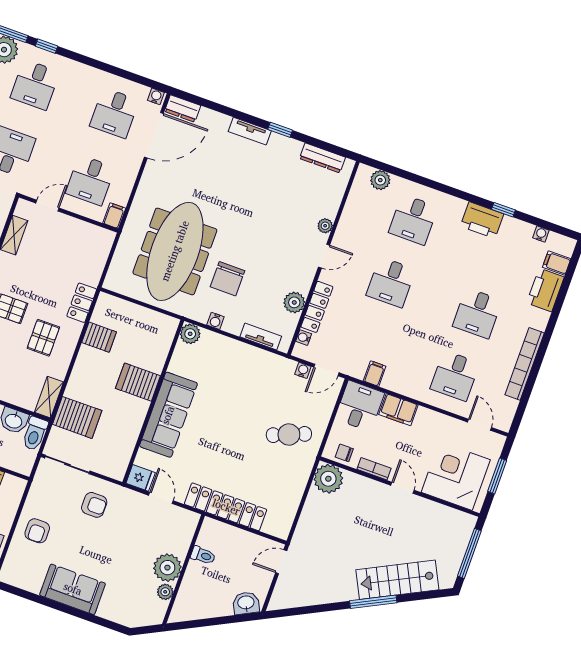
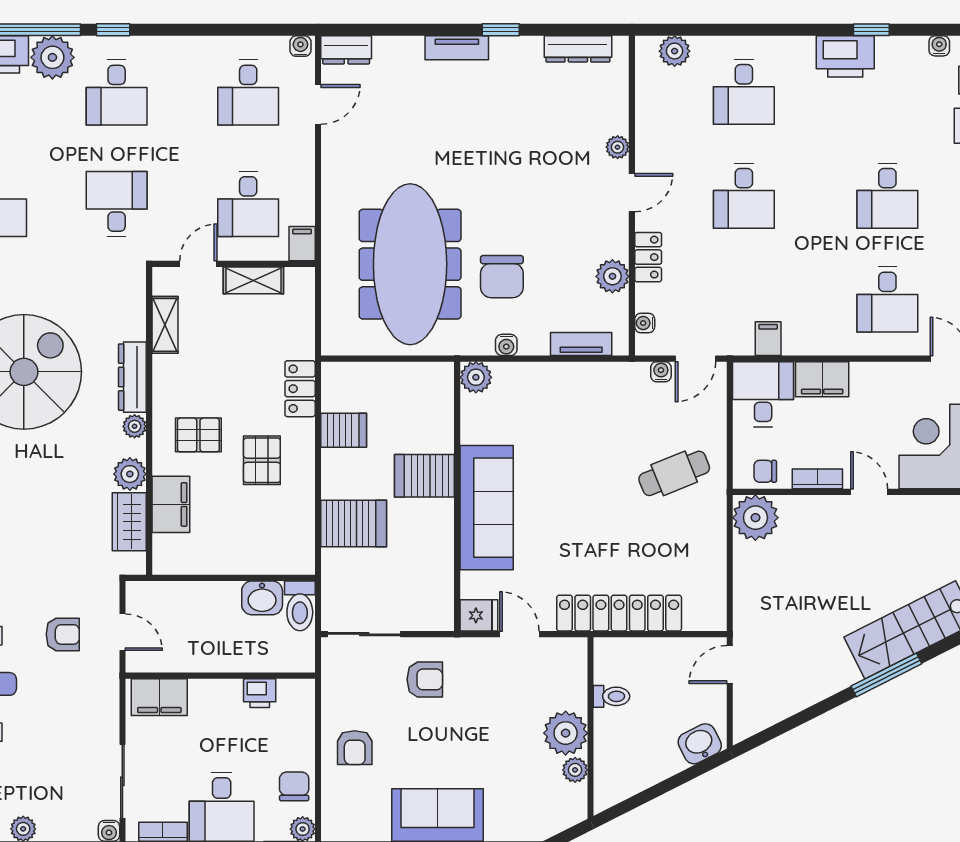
door: (154, 135) -> (318, 104), width x0.53
locker: (317, 307) -> (648, 257), width x0.66
shelving: (49, 397) -> (253, 280), moved, turned 90
server rack: (77, 417) -> (354, 524), moved

